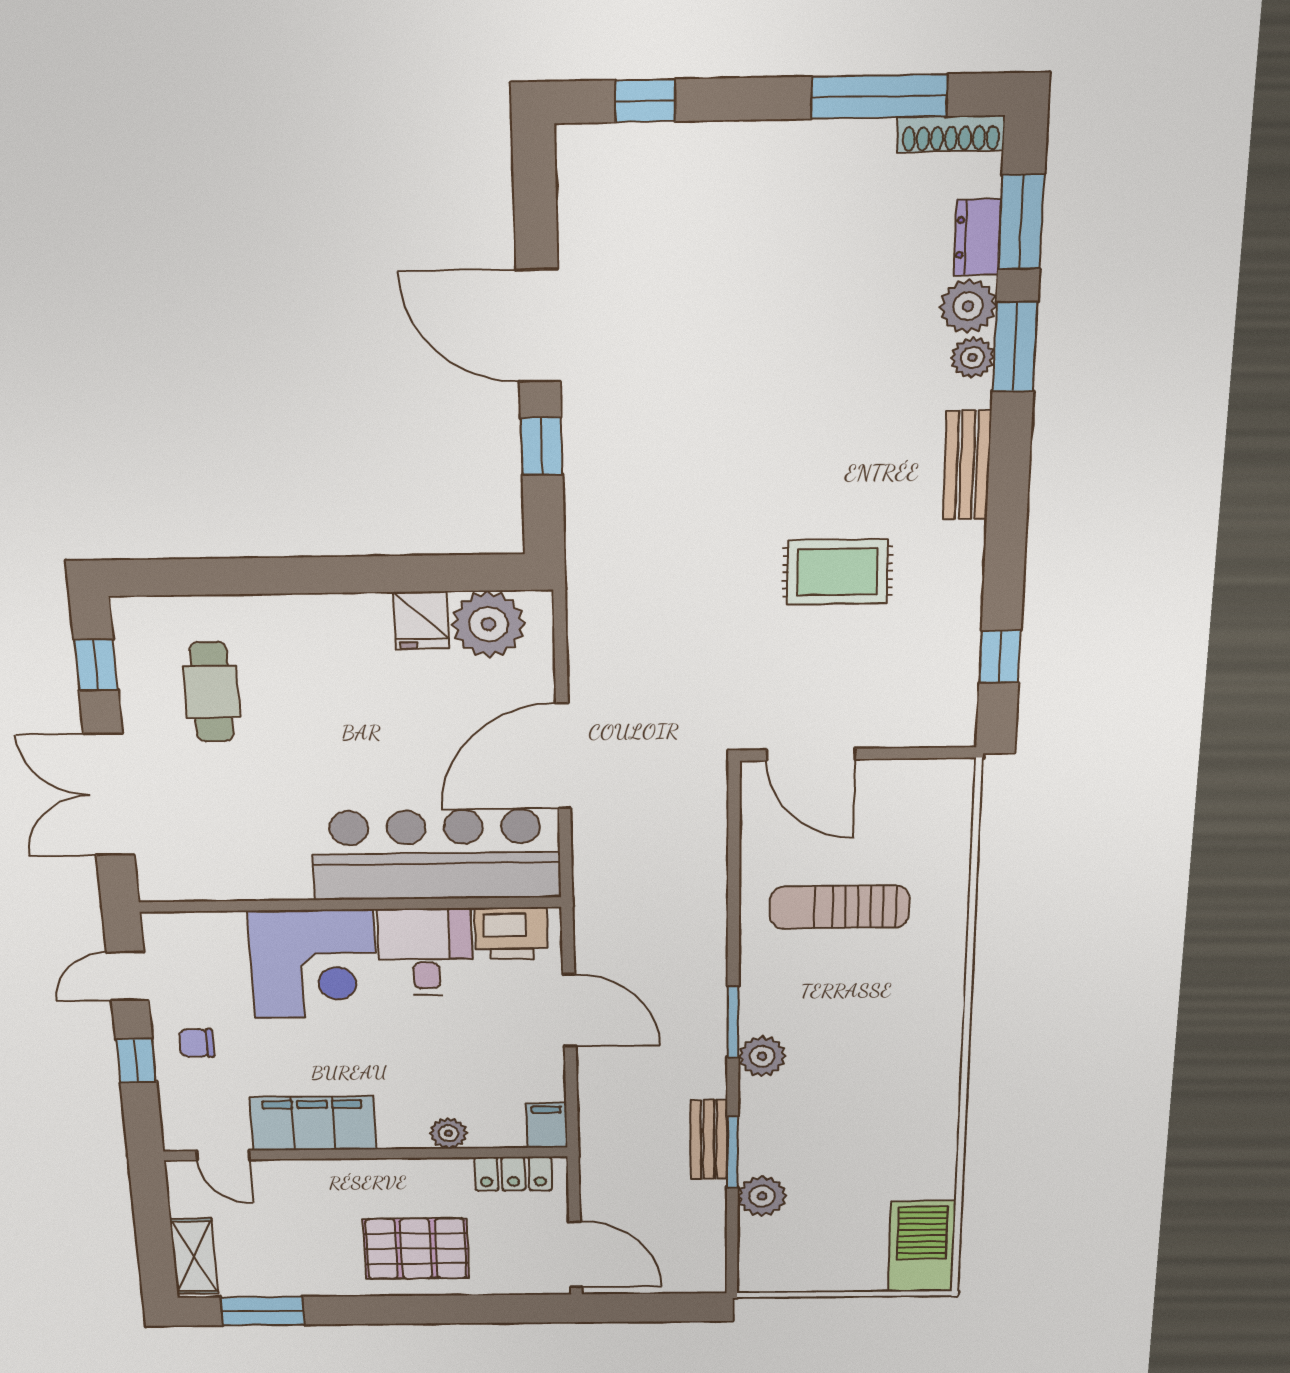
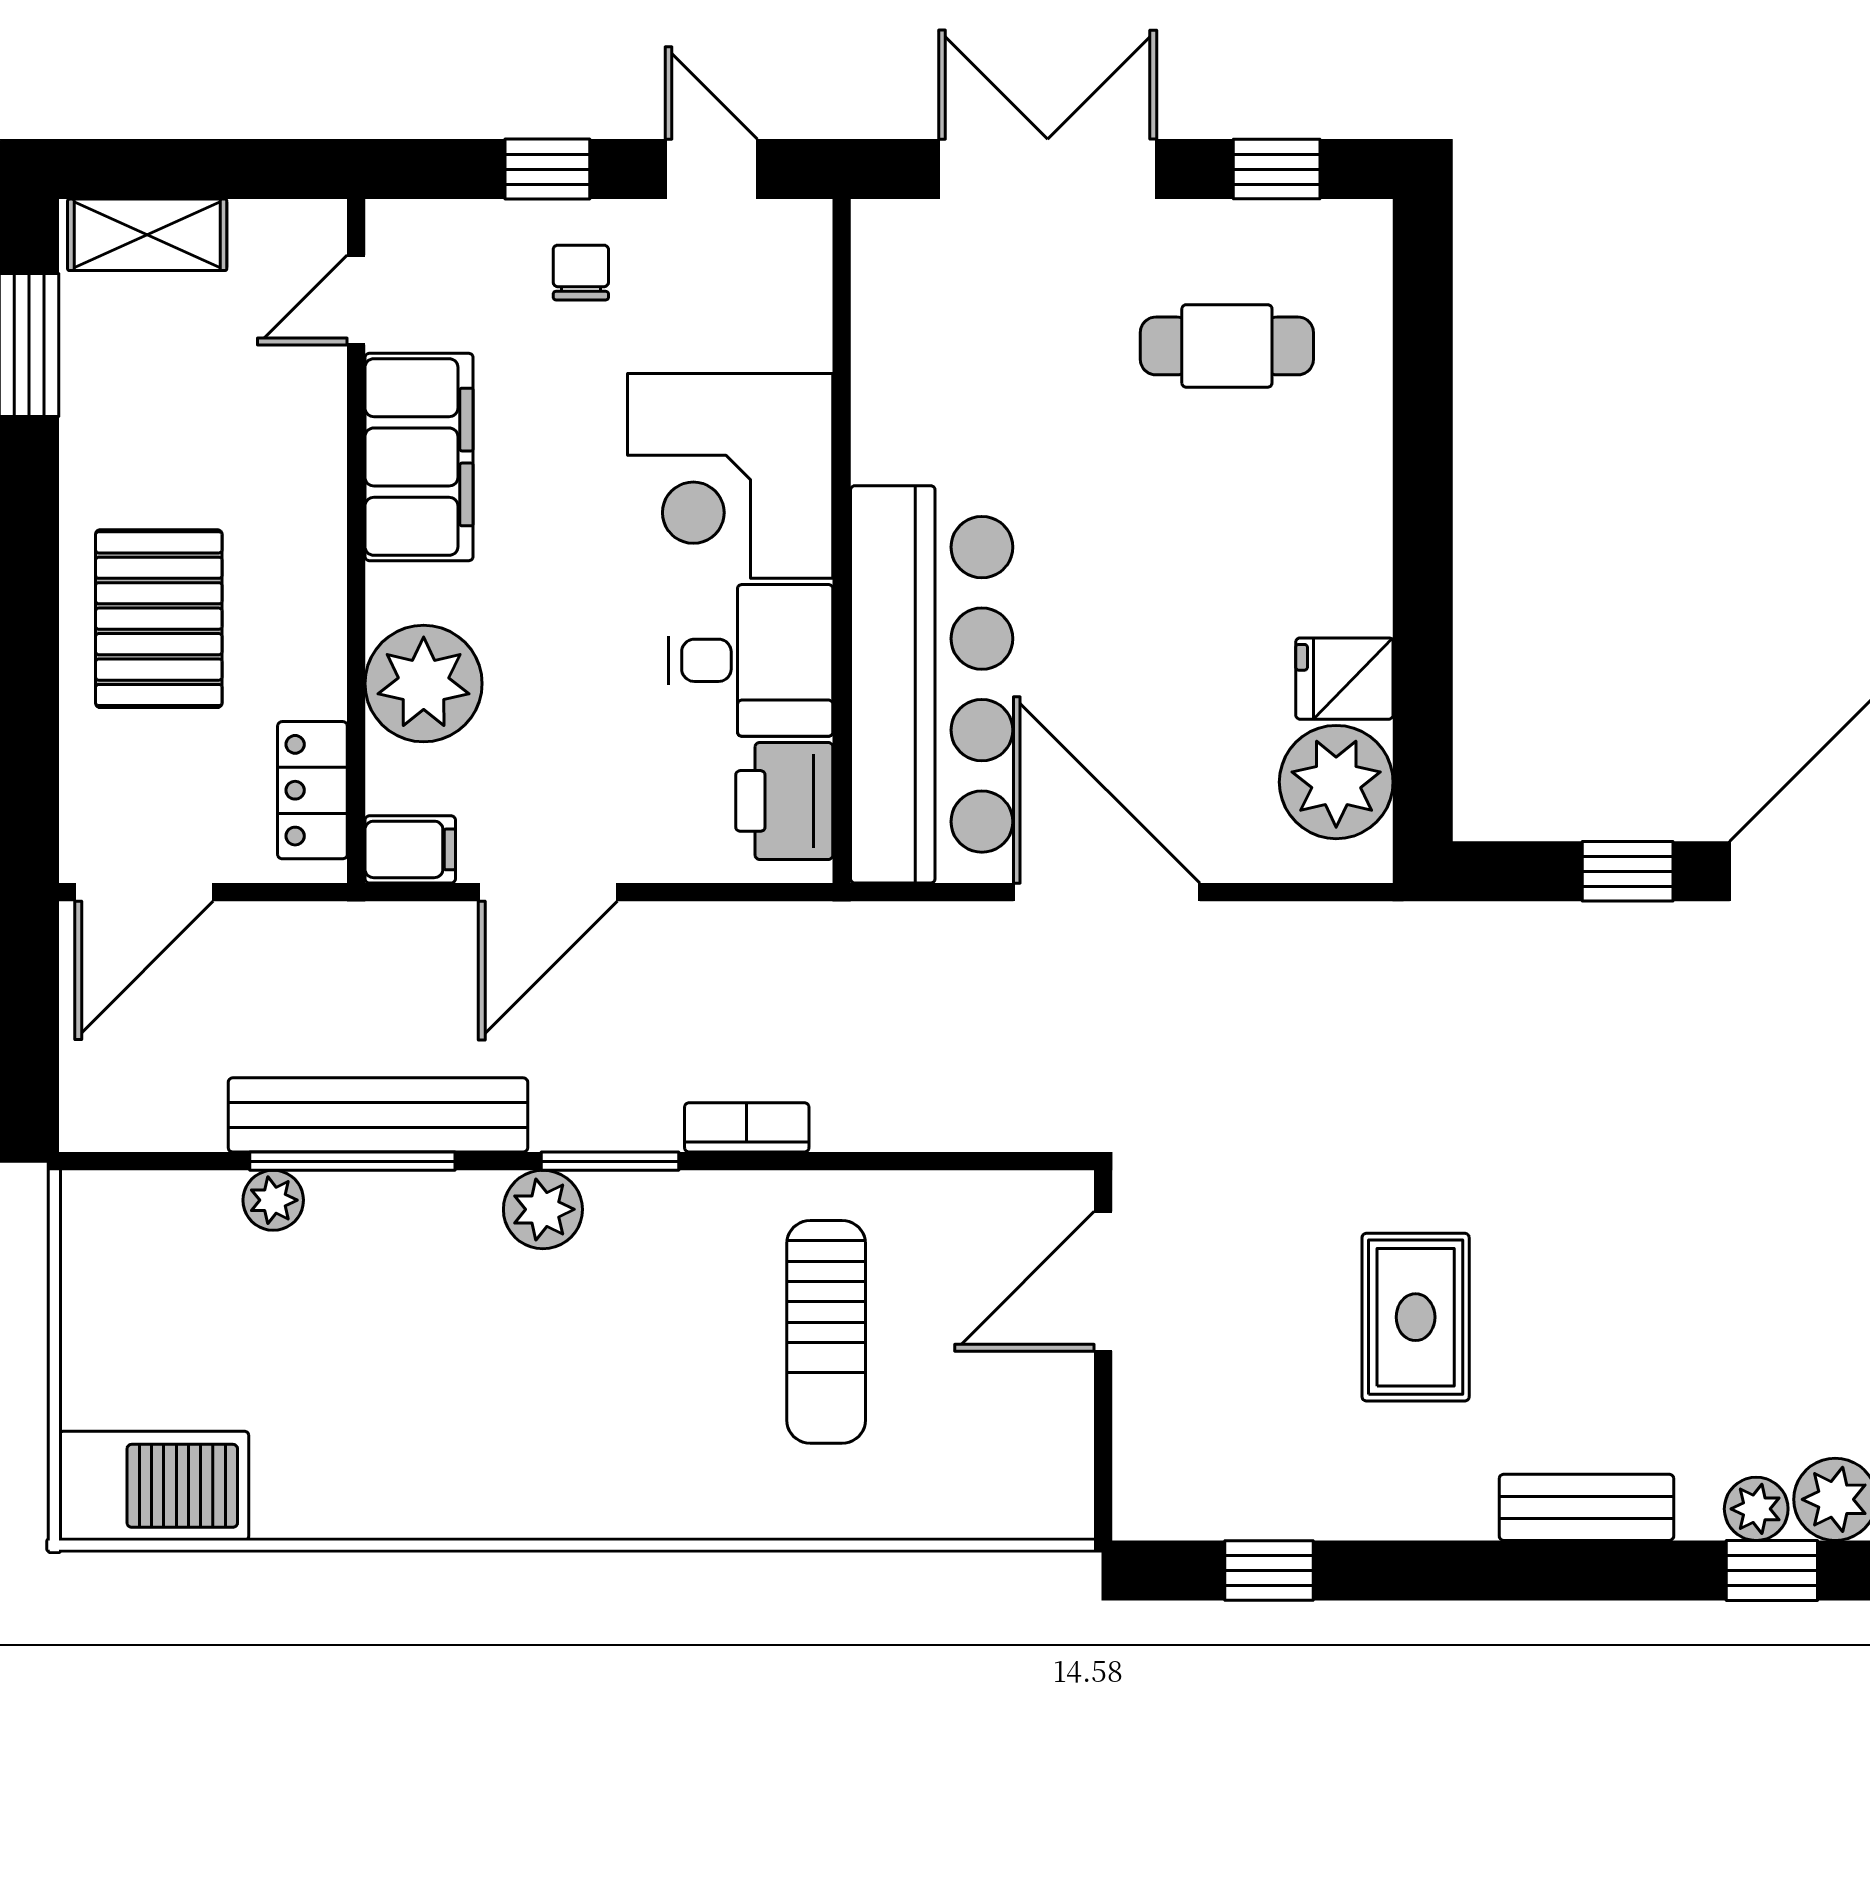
window: (1015, 347) -> (1772, 1570), width x0.67
sun lounger: (840, 907) -> (826, 1332), turned 180
bookcase: (713, 951) -> (747, 1127), added
door: (569, 1010) -> (548, 892), moved
plant: (448, 1133) -> (424, 684), width x1.87, depth x1.87
bench: (709, 1140) -> (378, 1115), width x1.86, depth x1.21
window: (732, 1152) -> (352, 1161), width x1.44
plant: (762, 1196) -> (273, 1200), width x0.73, depth x0.73

